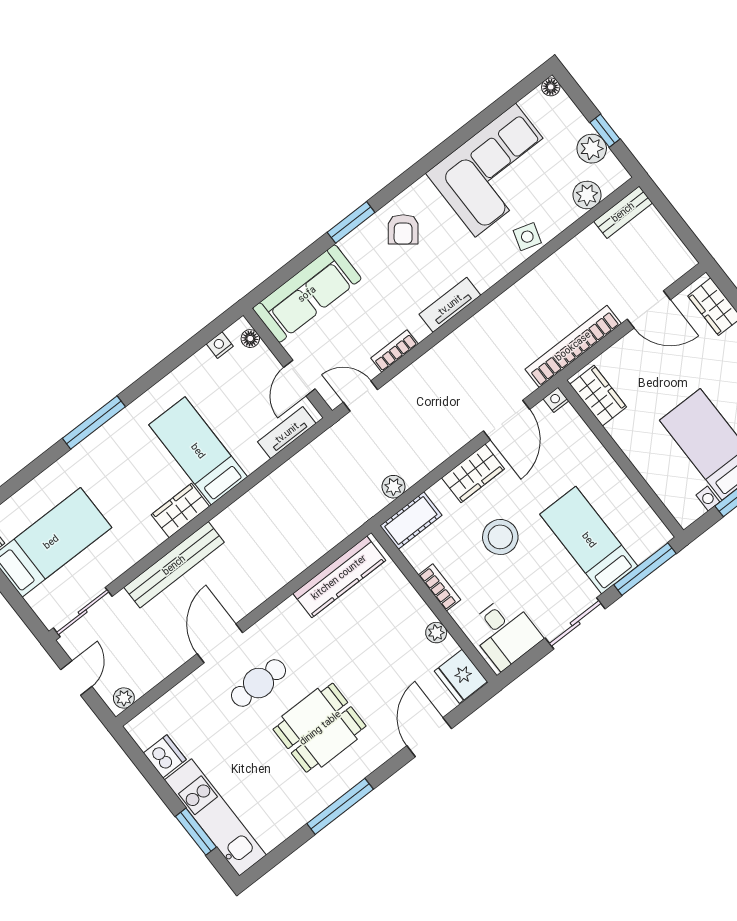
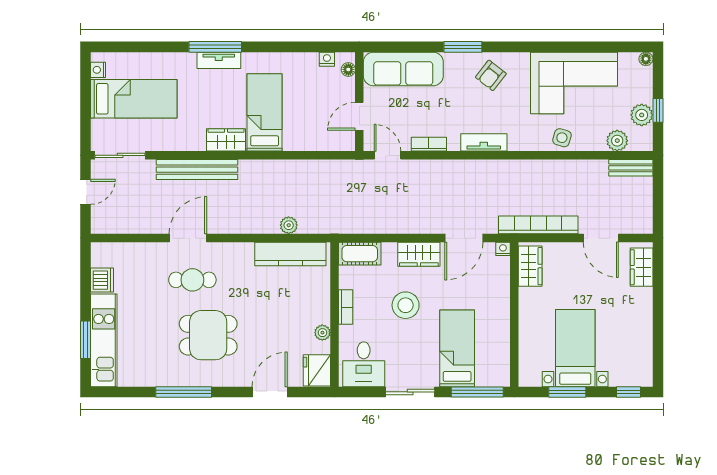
tv unit: (287, 433) -> (219, 60), moved, turned 180
plant: (394, 487) -> (289, 225), moved
plant: (124, 698) -> (105, 226), removed

